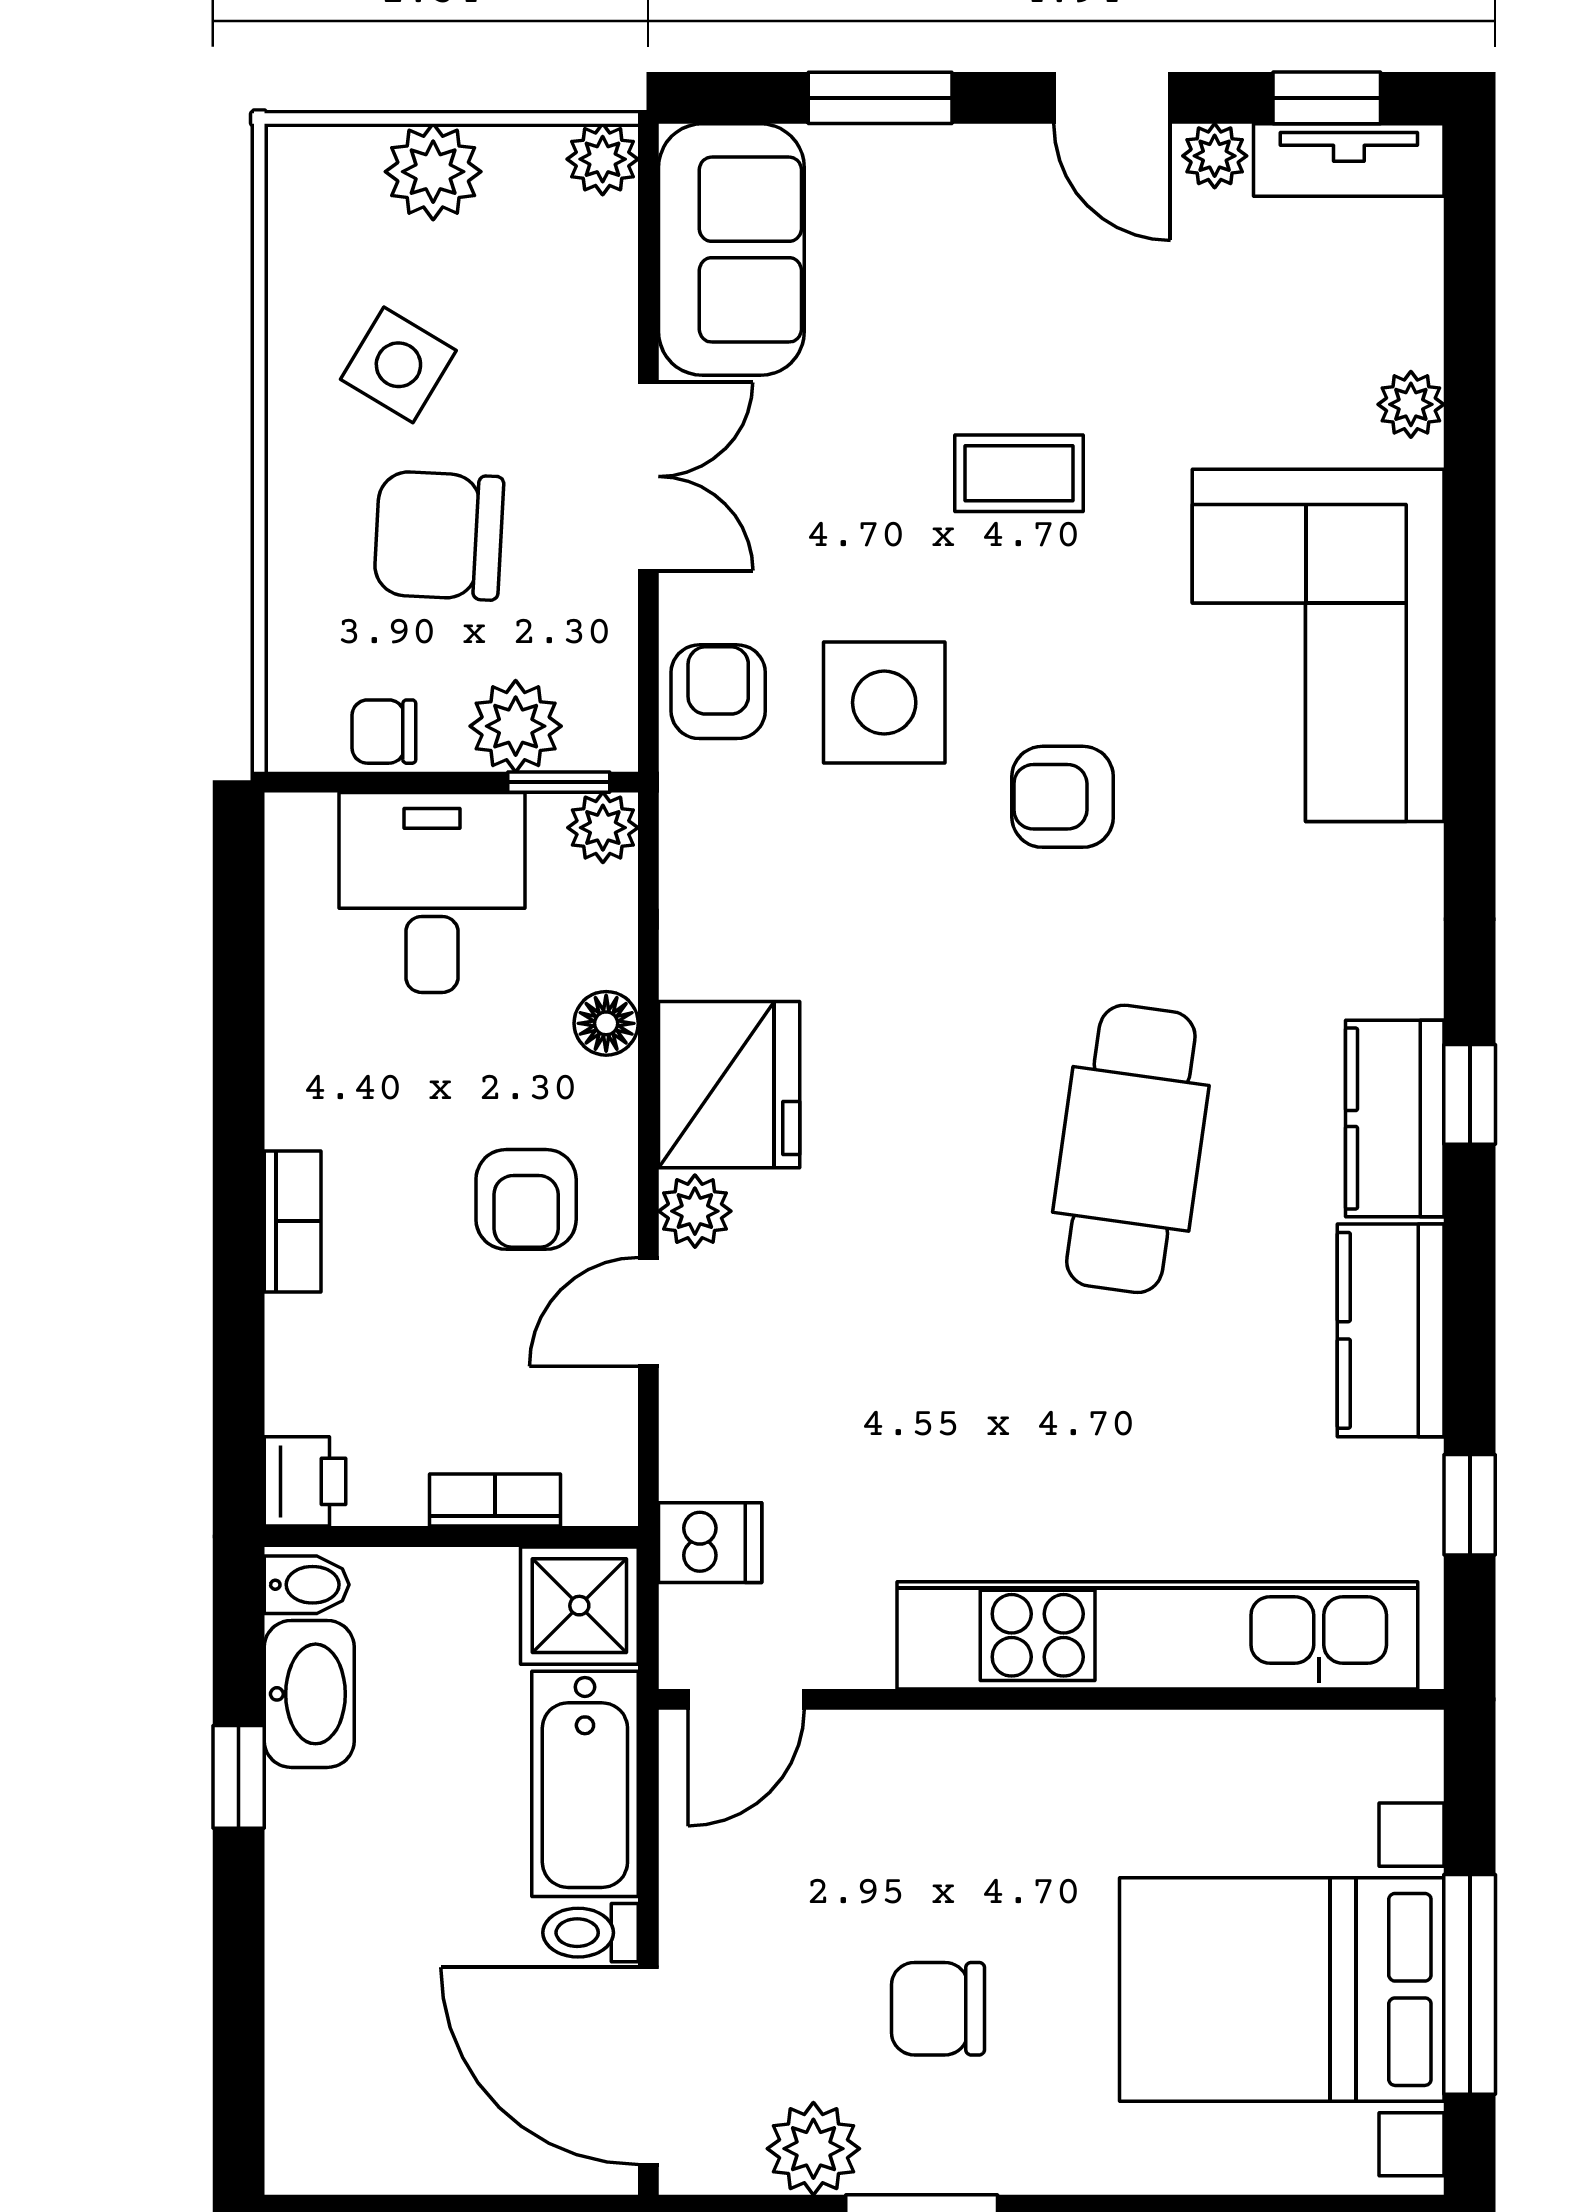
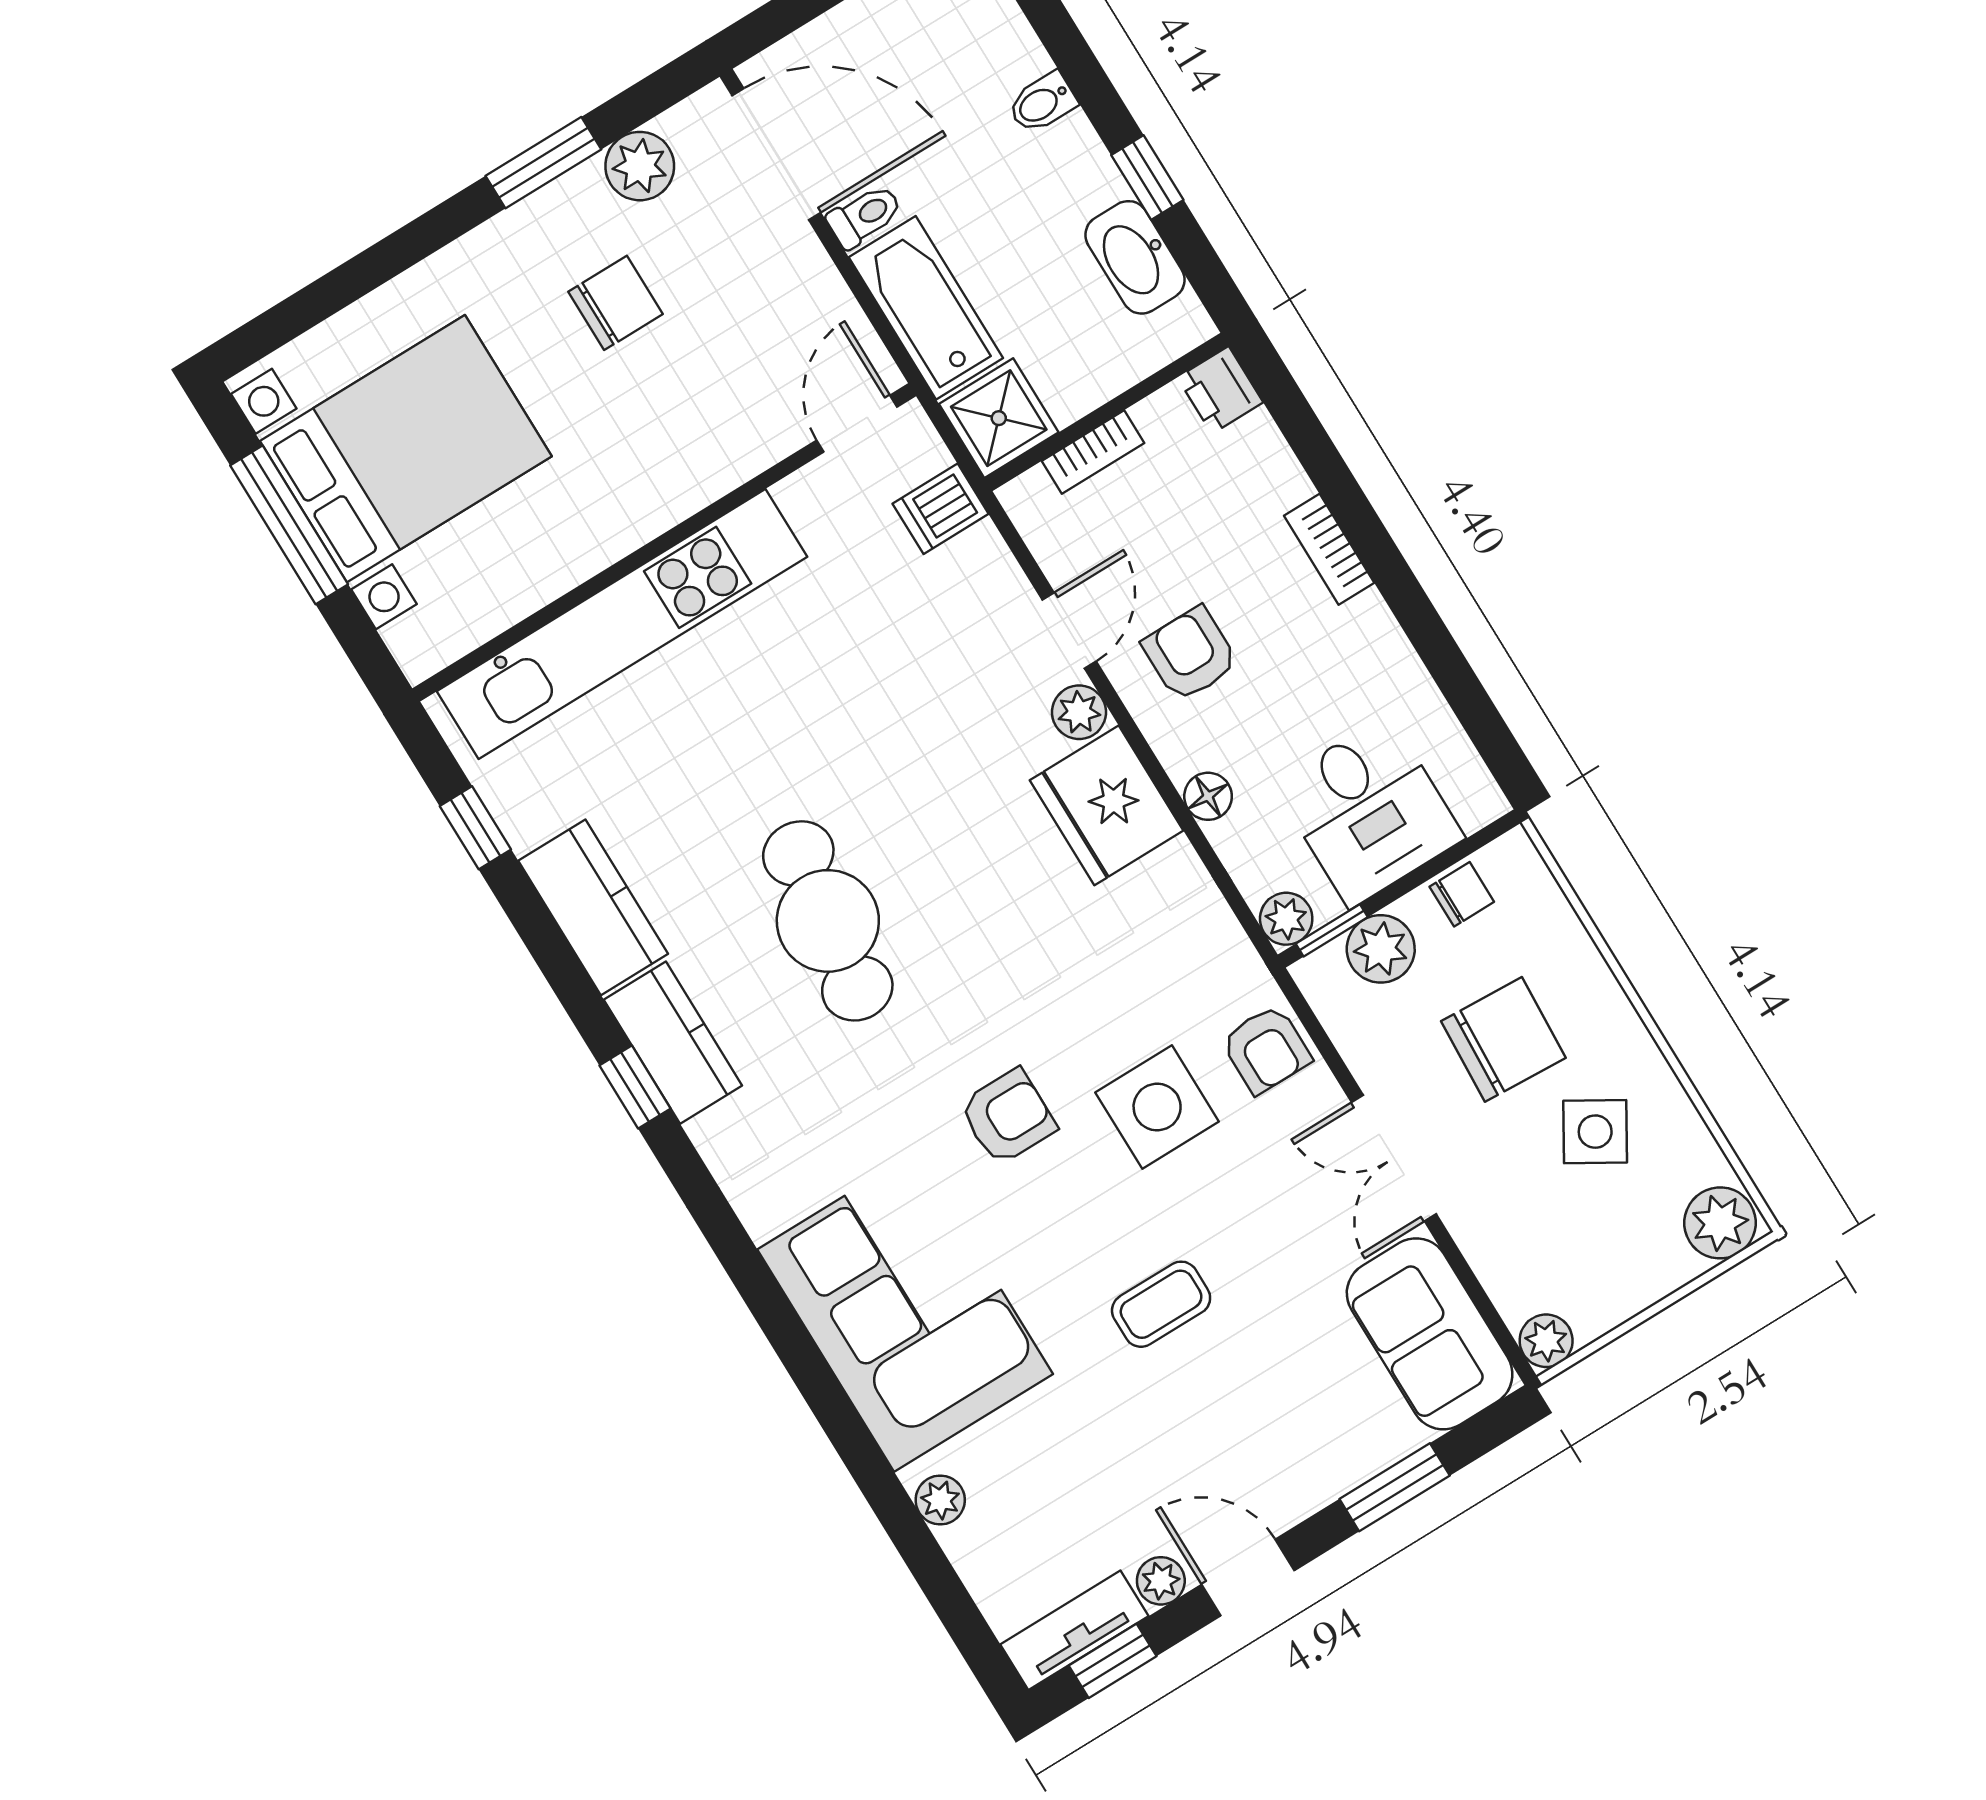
plant: (433, 172) -> (1720, 1223), moved
bidet: (307, 1585) -> (1042, 103), moved

